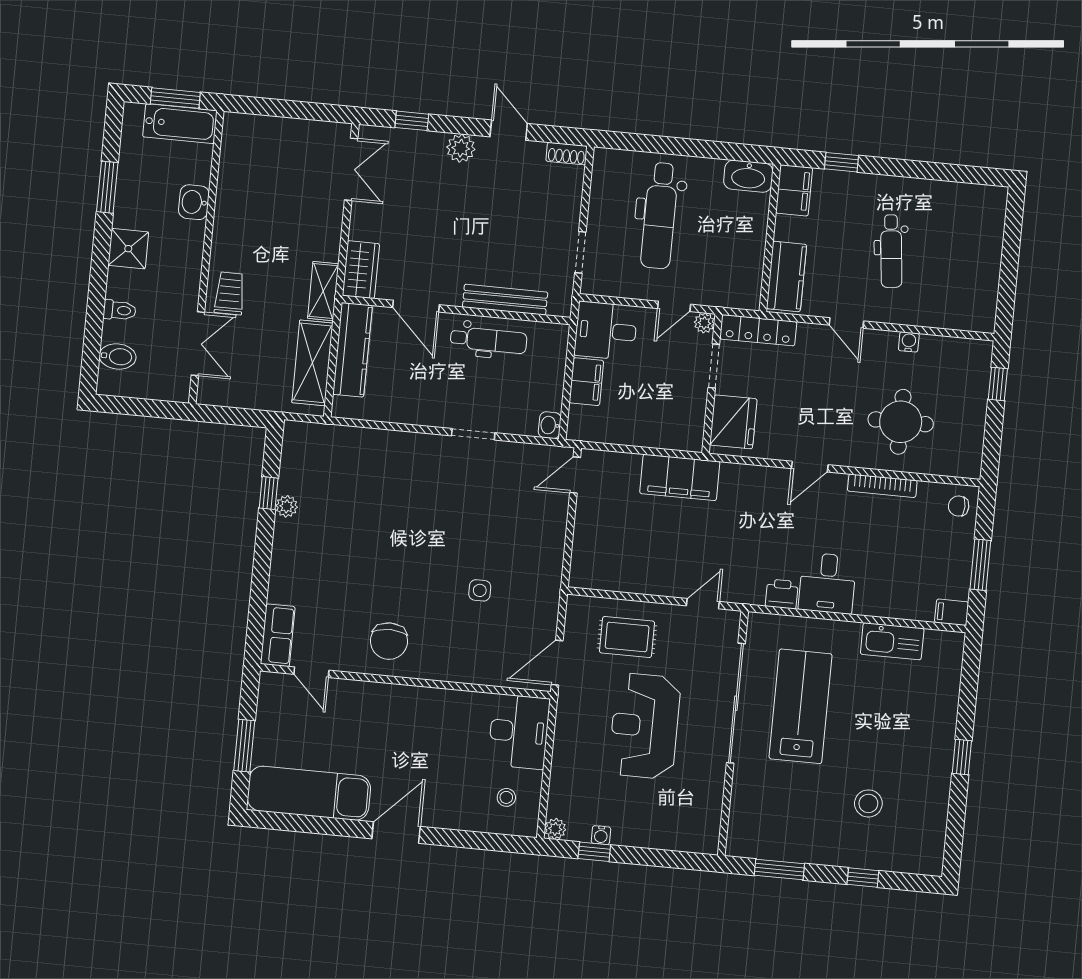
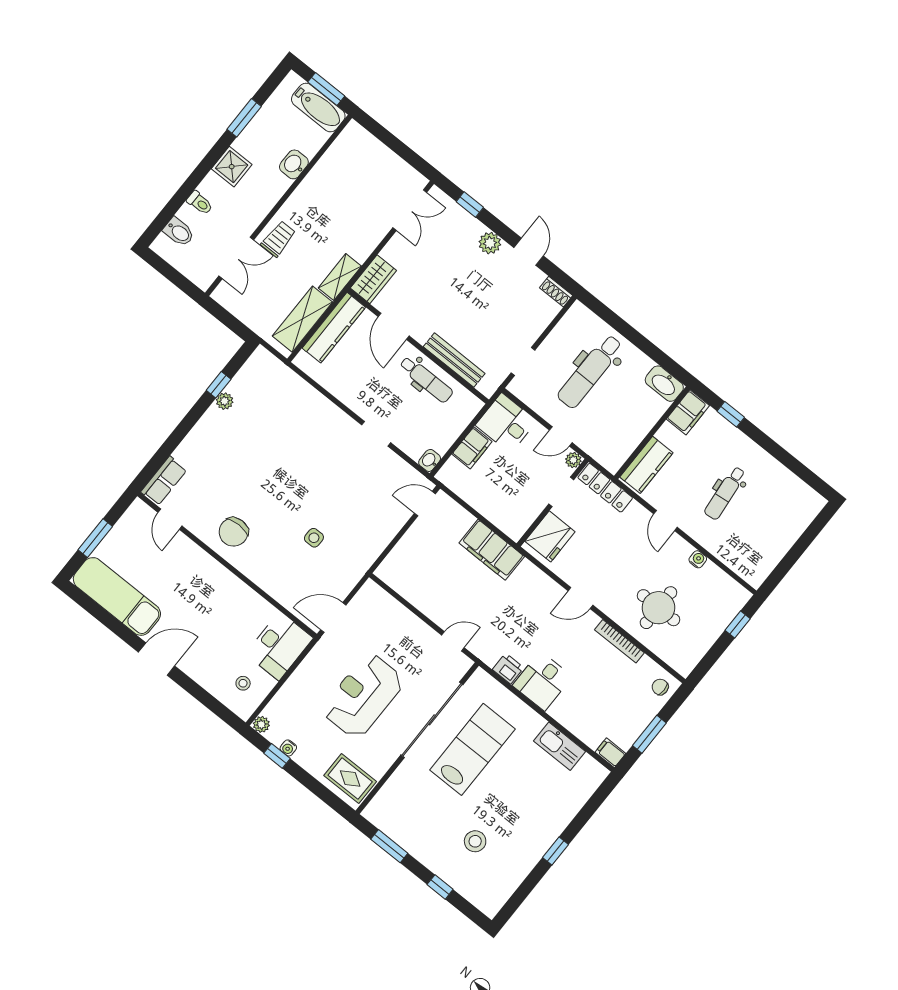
rug: (627, 637) -> (350, 779), moved

